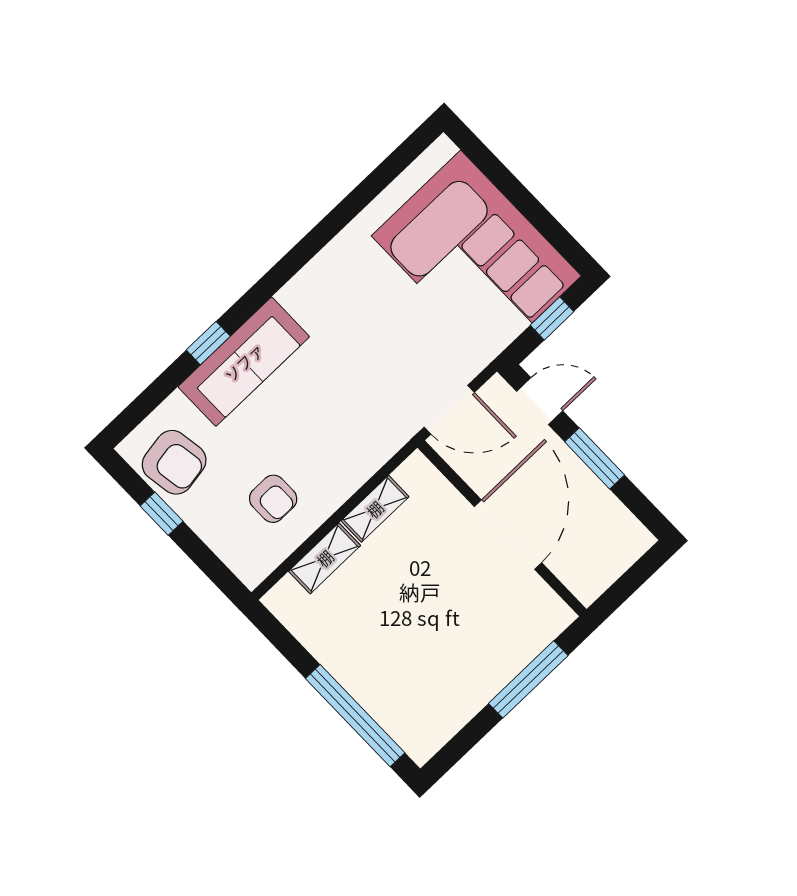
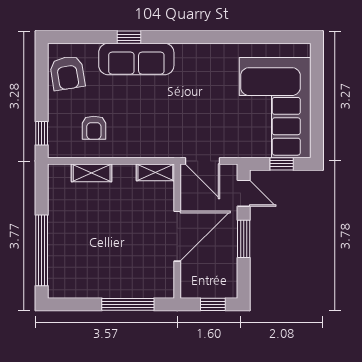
shelving: (375, 509) -> (155, 172), moved
window: (162, 514) -> (42, 133), moved
window: (635, 577) -> (213, 304), added

